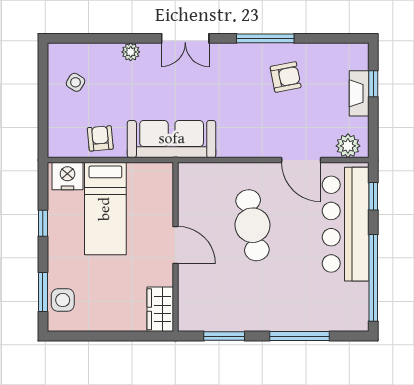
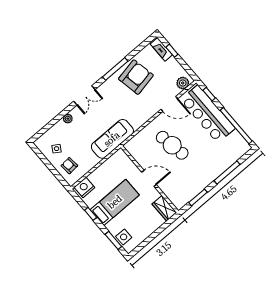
armchair: (286, 77) -> (136, 77), width x1.88, depth x1.88
fireplace: (359, 93) -> (161, 49), moved
armchair: (100, 138) -> (69, 166), moved
bed: (105, 209) -> (115, 202), moved, turned -90

